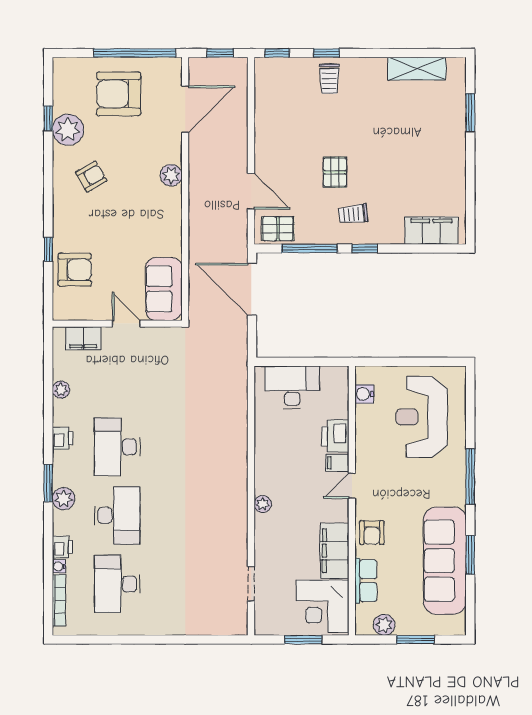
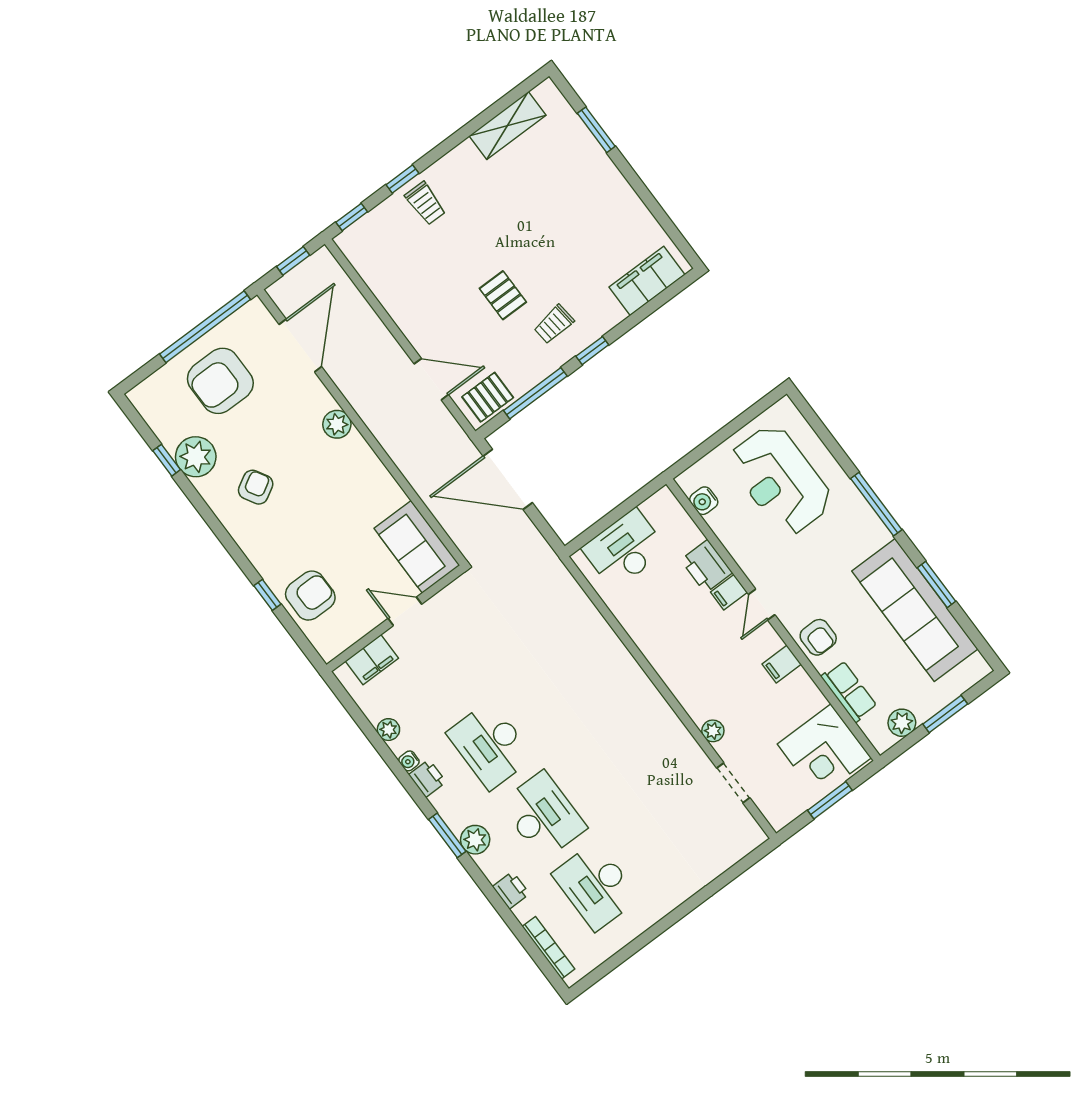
plant: (263, 504) -> (713, 731), moved
filing cabinet: (334, 551) -> (782, 664), width x0.33, depth x0.86
water cooler: (59, 566) -> (409, 761), moved

